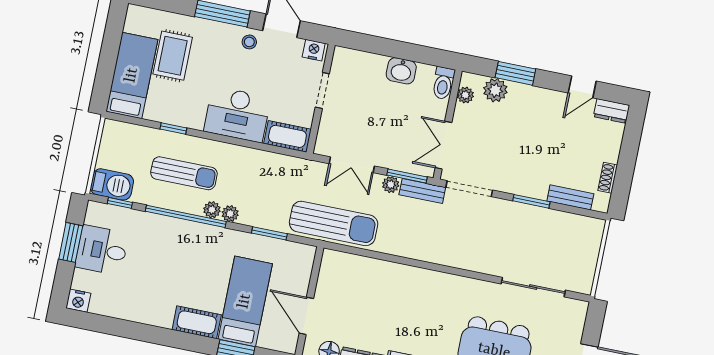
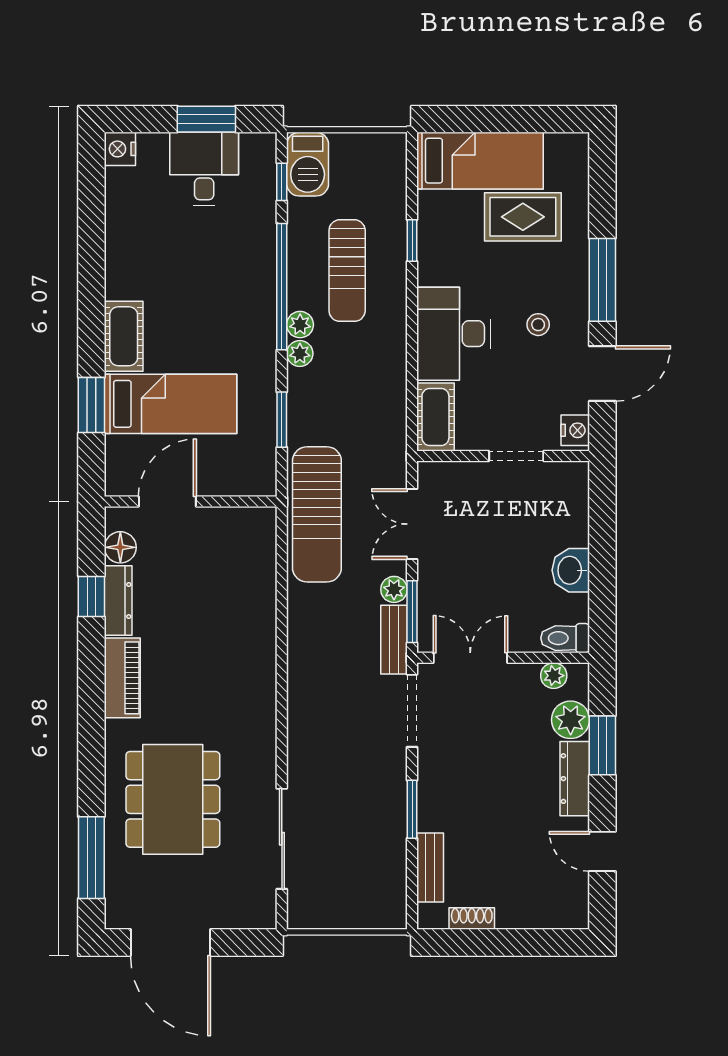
stool: (249, 42) -> (538, 325), moved
dresser: (612, 111) -> (575, 779), moved, width x1.44

